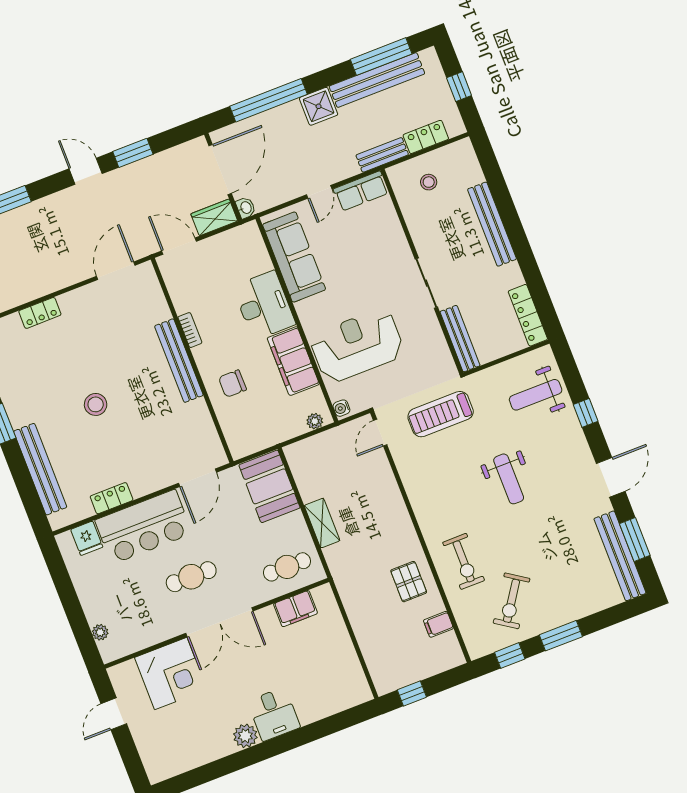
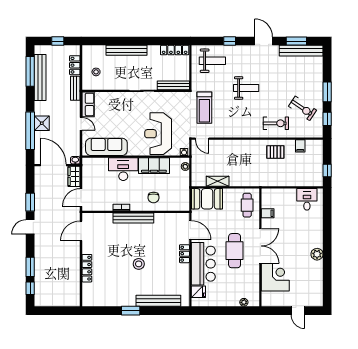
shower: (319, 106) -> (42, 123), moved
door: (116, 271) -> (81, 231), hinge flipped
locker: (40, 313) -> (87, 268), width x1.53
weight bench: (536, 395) -> (212, 61), turned -90
locker: (112, 498) -> (184, 254), moved
shelving: (322, 523) -> (218, 181), moved
cafe table: (191, 577) -> (235, 251), width x1.37, depth x1.35
filing cabinet: (295, 609) -> (268, 213), width x0.50
door: (114, 714) -> (298, 311), moved
desk: (274, 714) -> (307, 199), moved, turned -90

